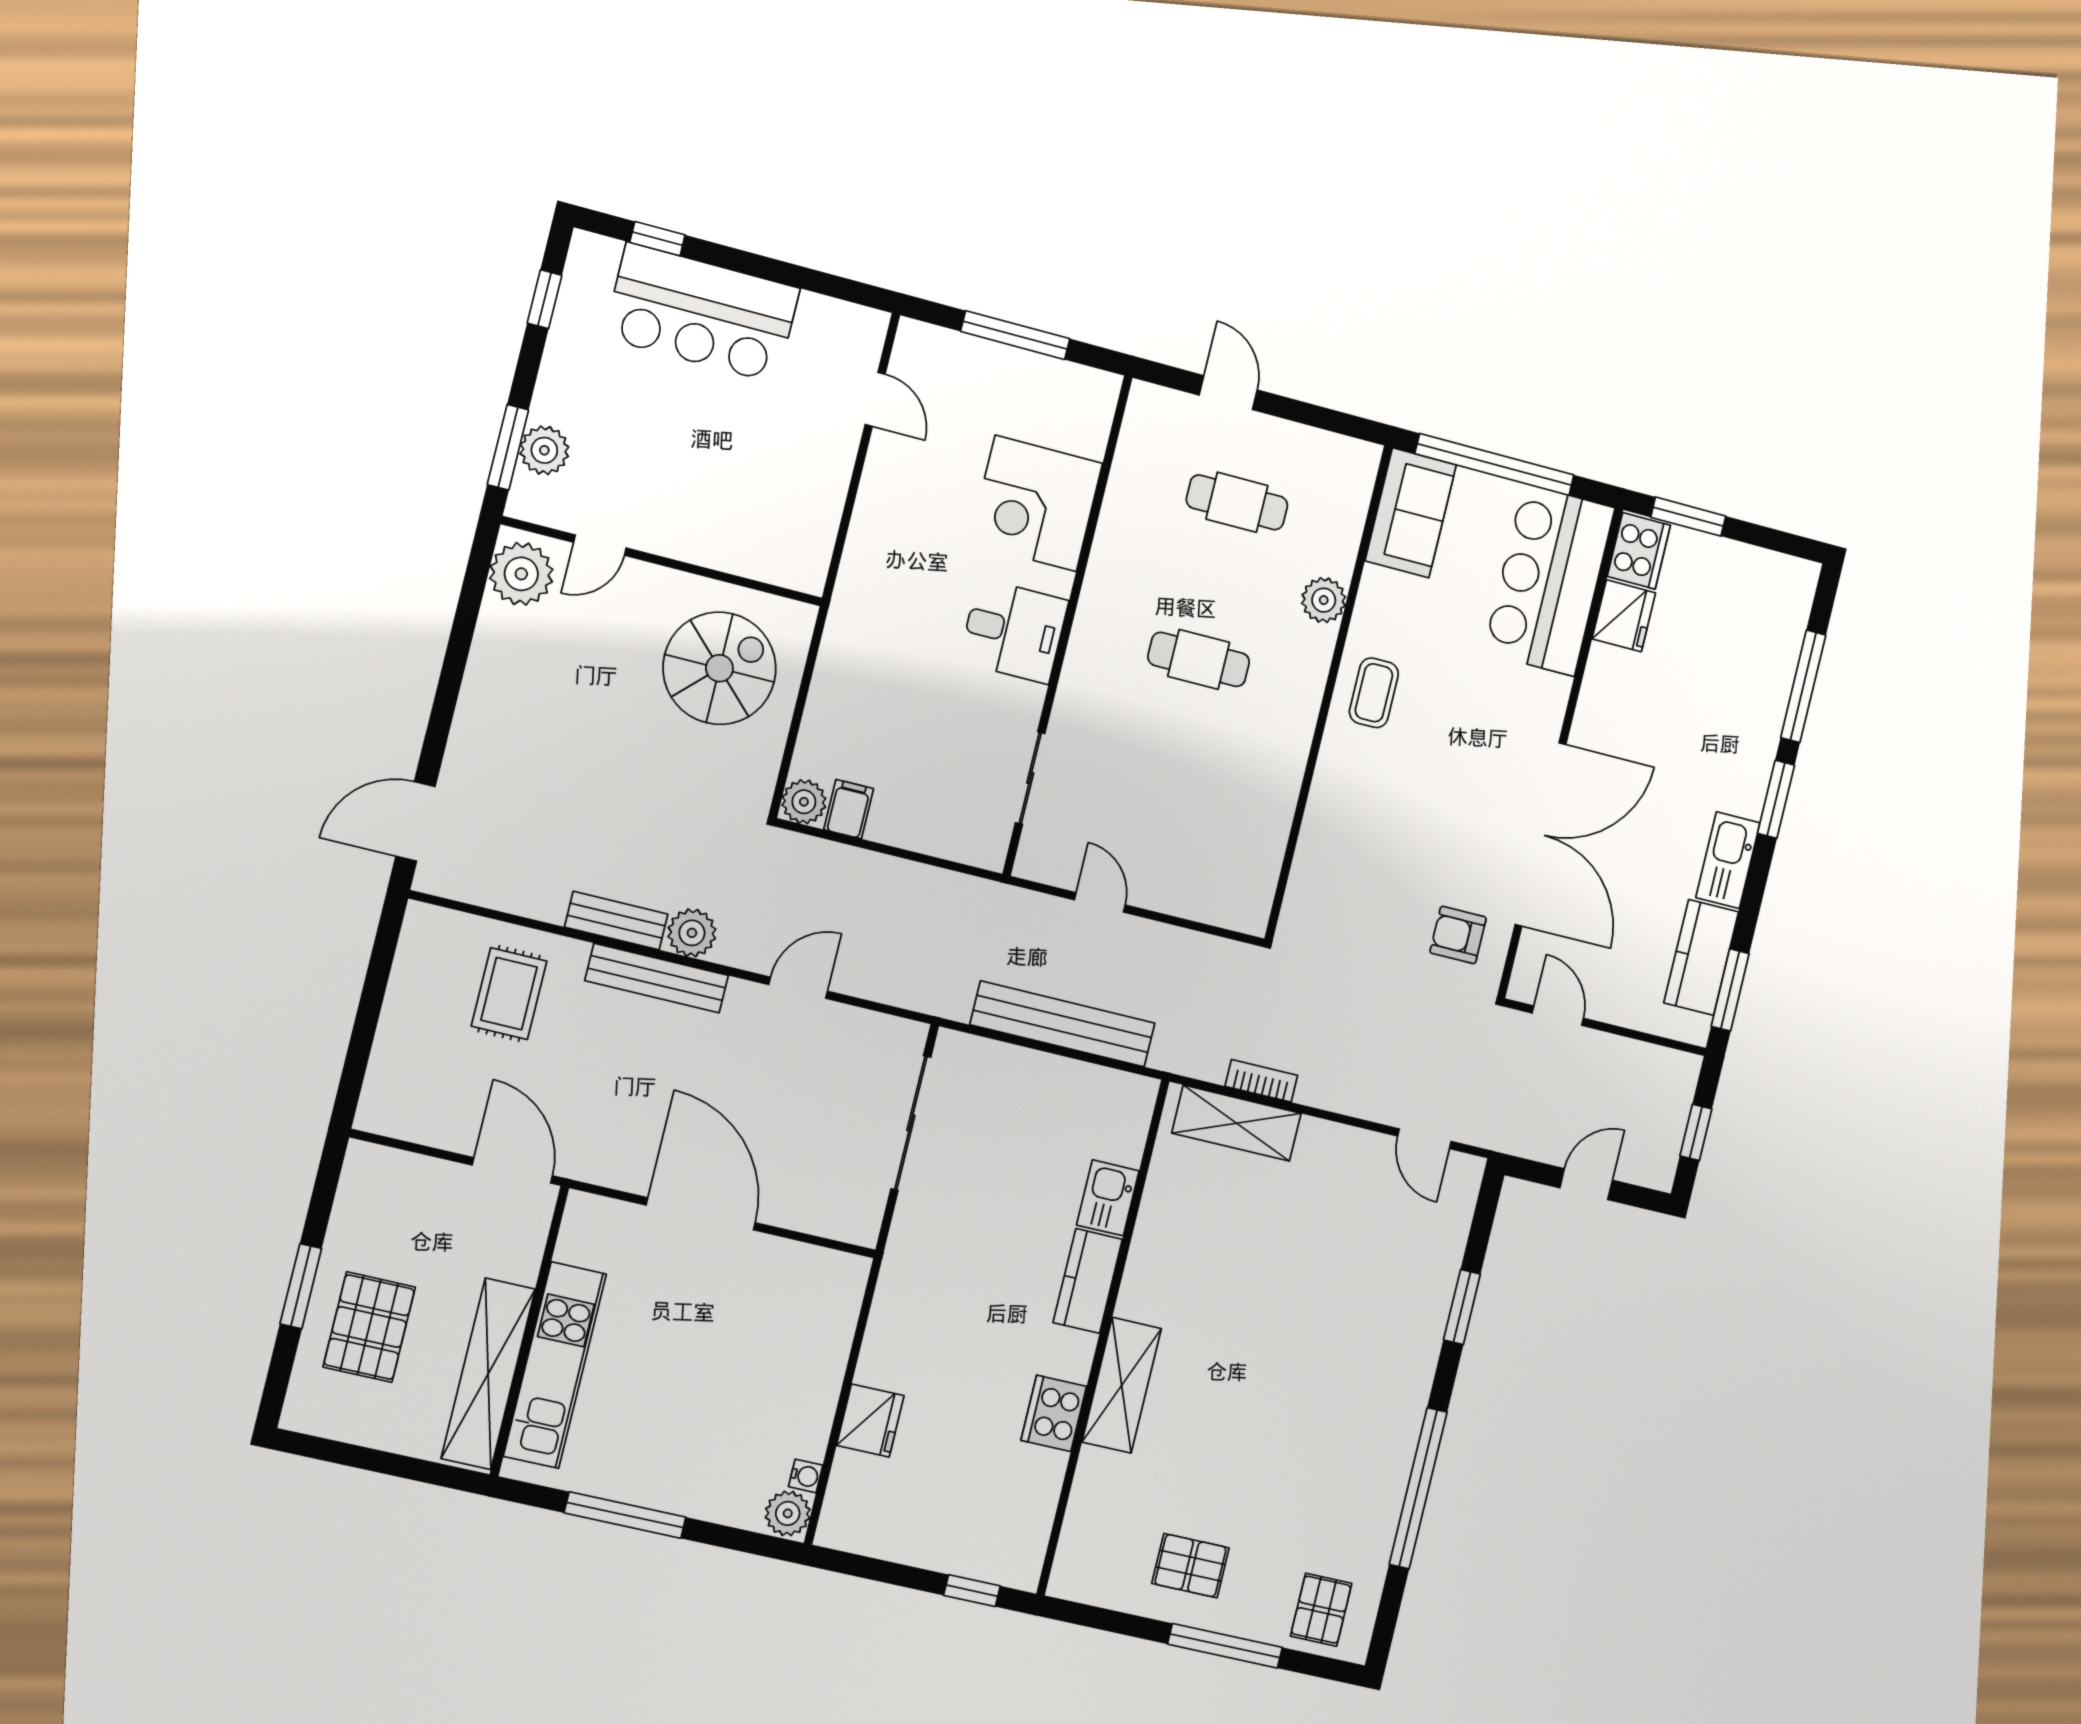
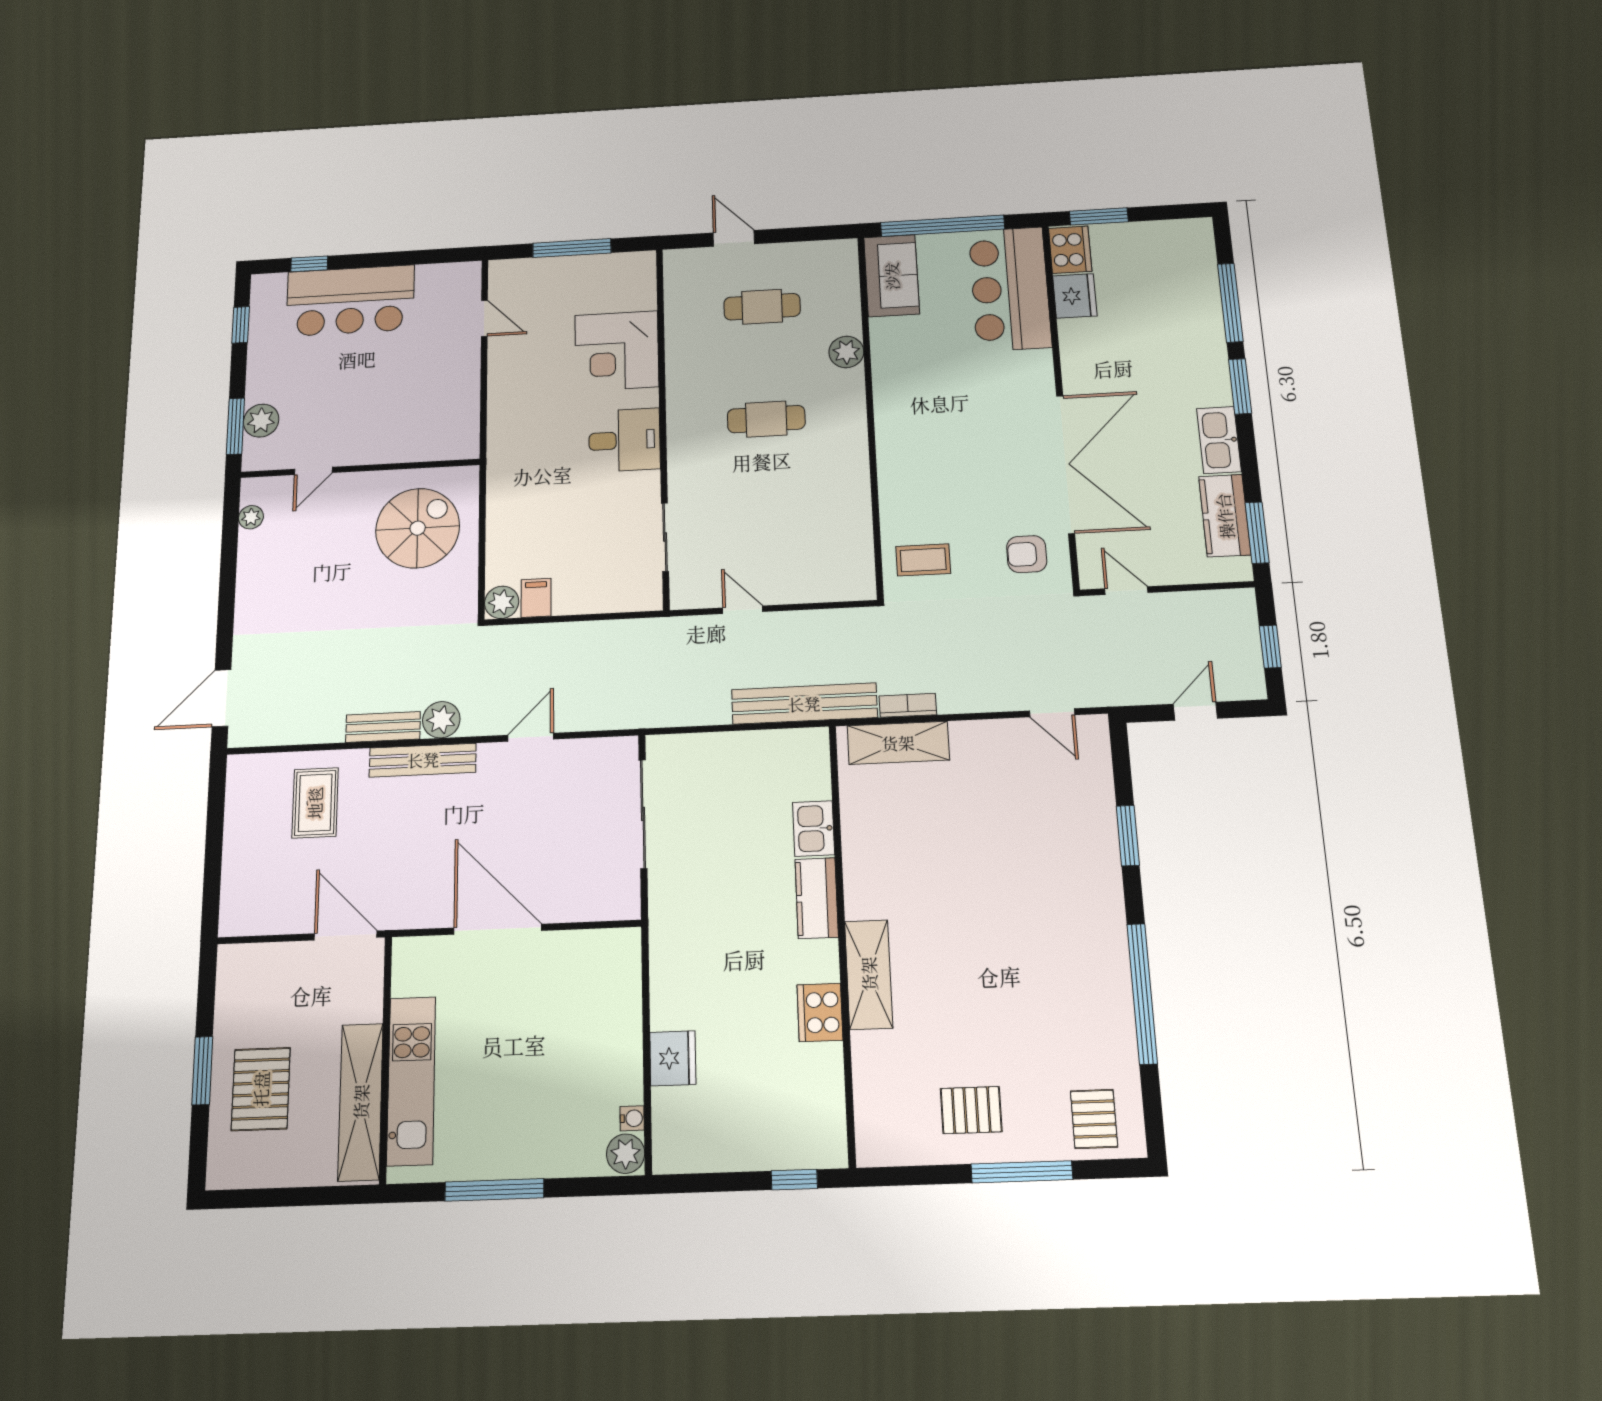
plant: (521, 574) -> (251, 517), width x0.53, depth x0.53
coffee table: (1374, 693) -> (923, 560), moved, turned 90
bench: (1063, 1024) -> (804, 704), moved

